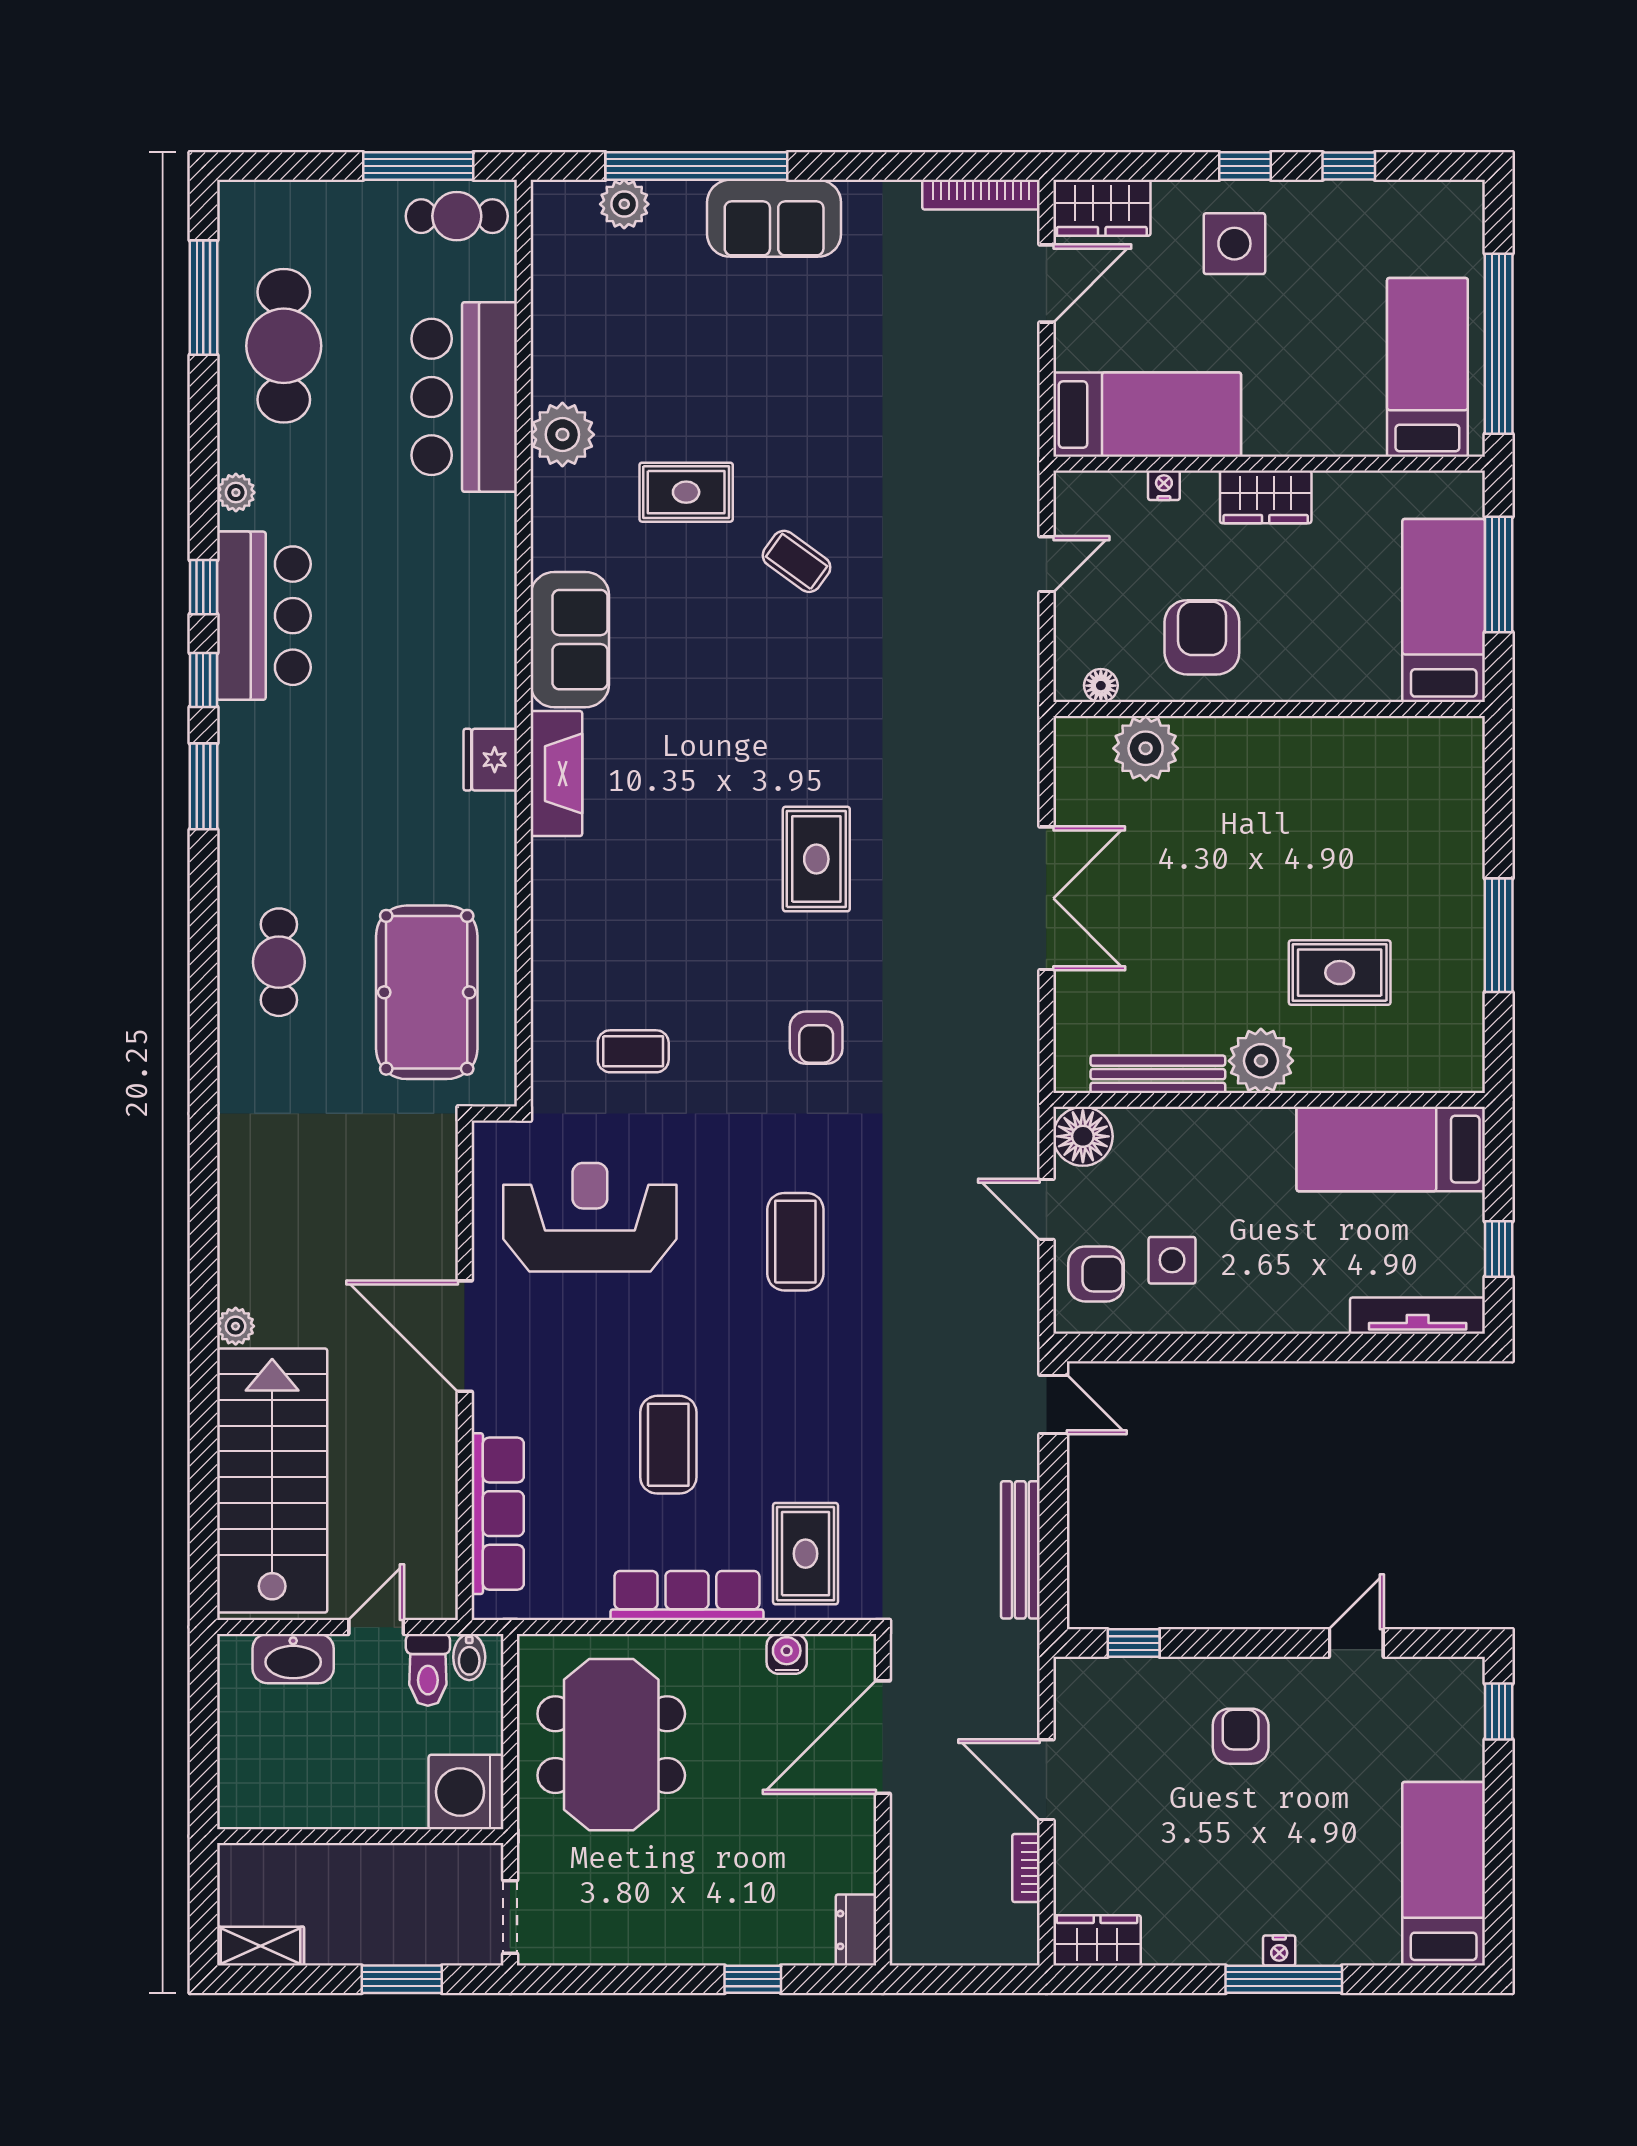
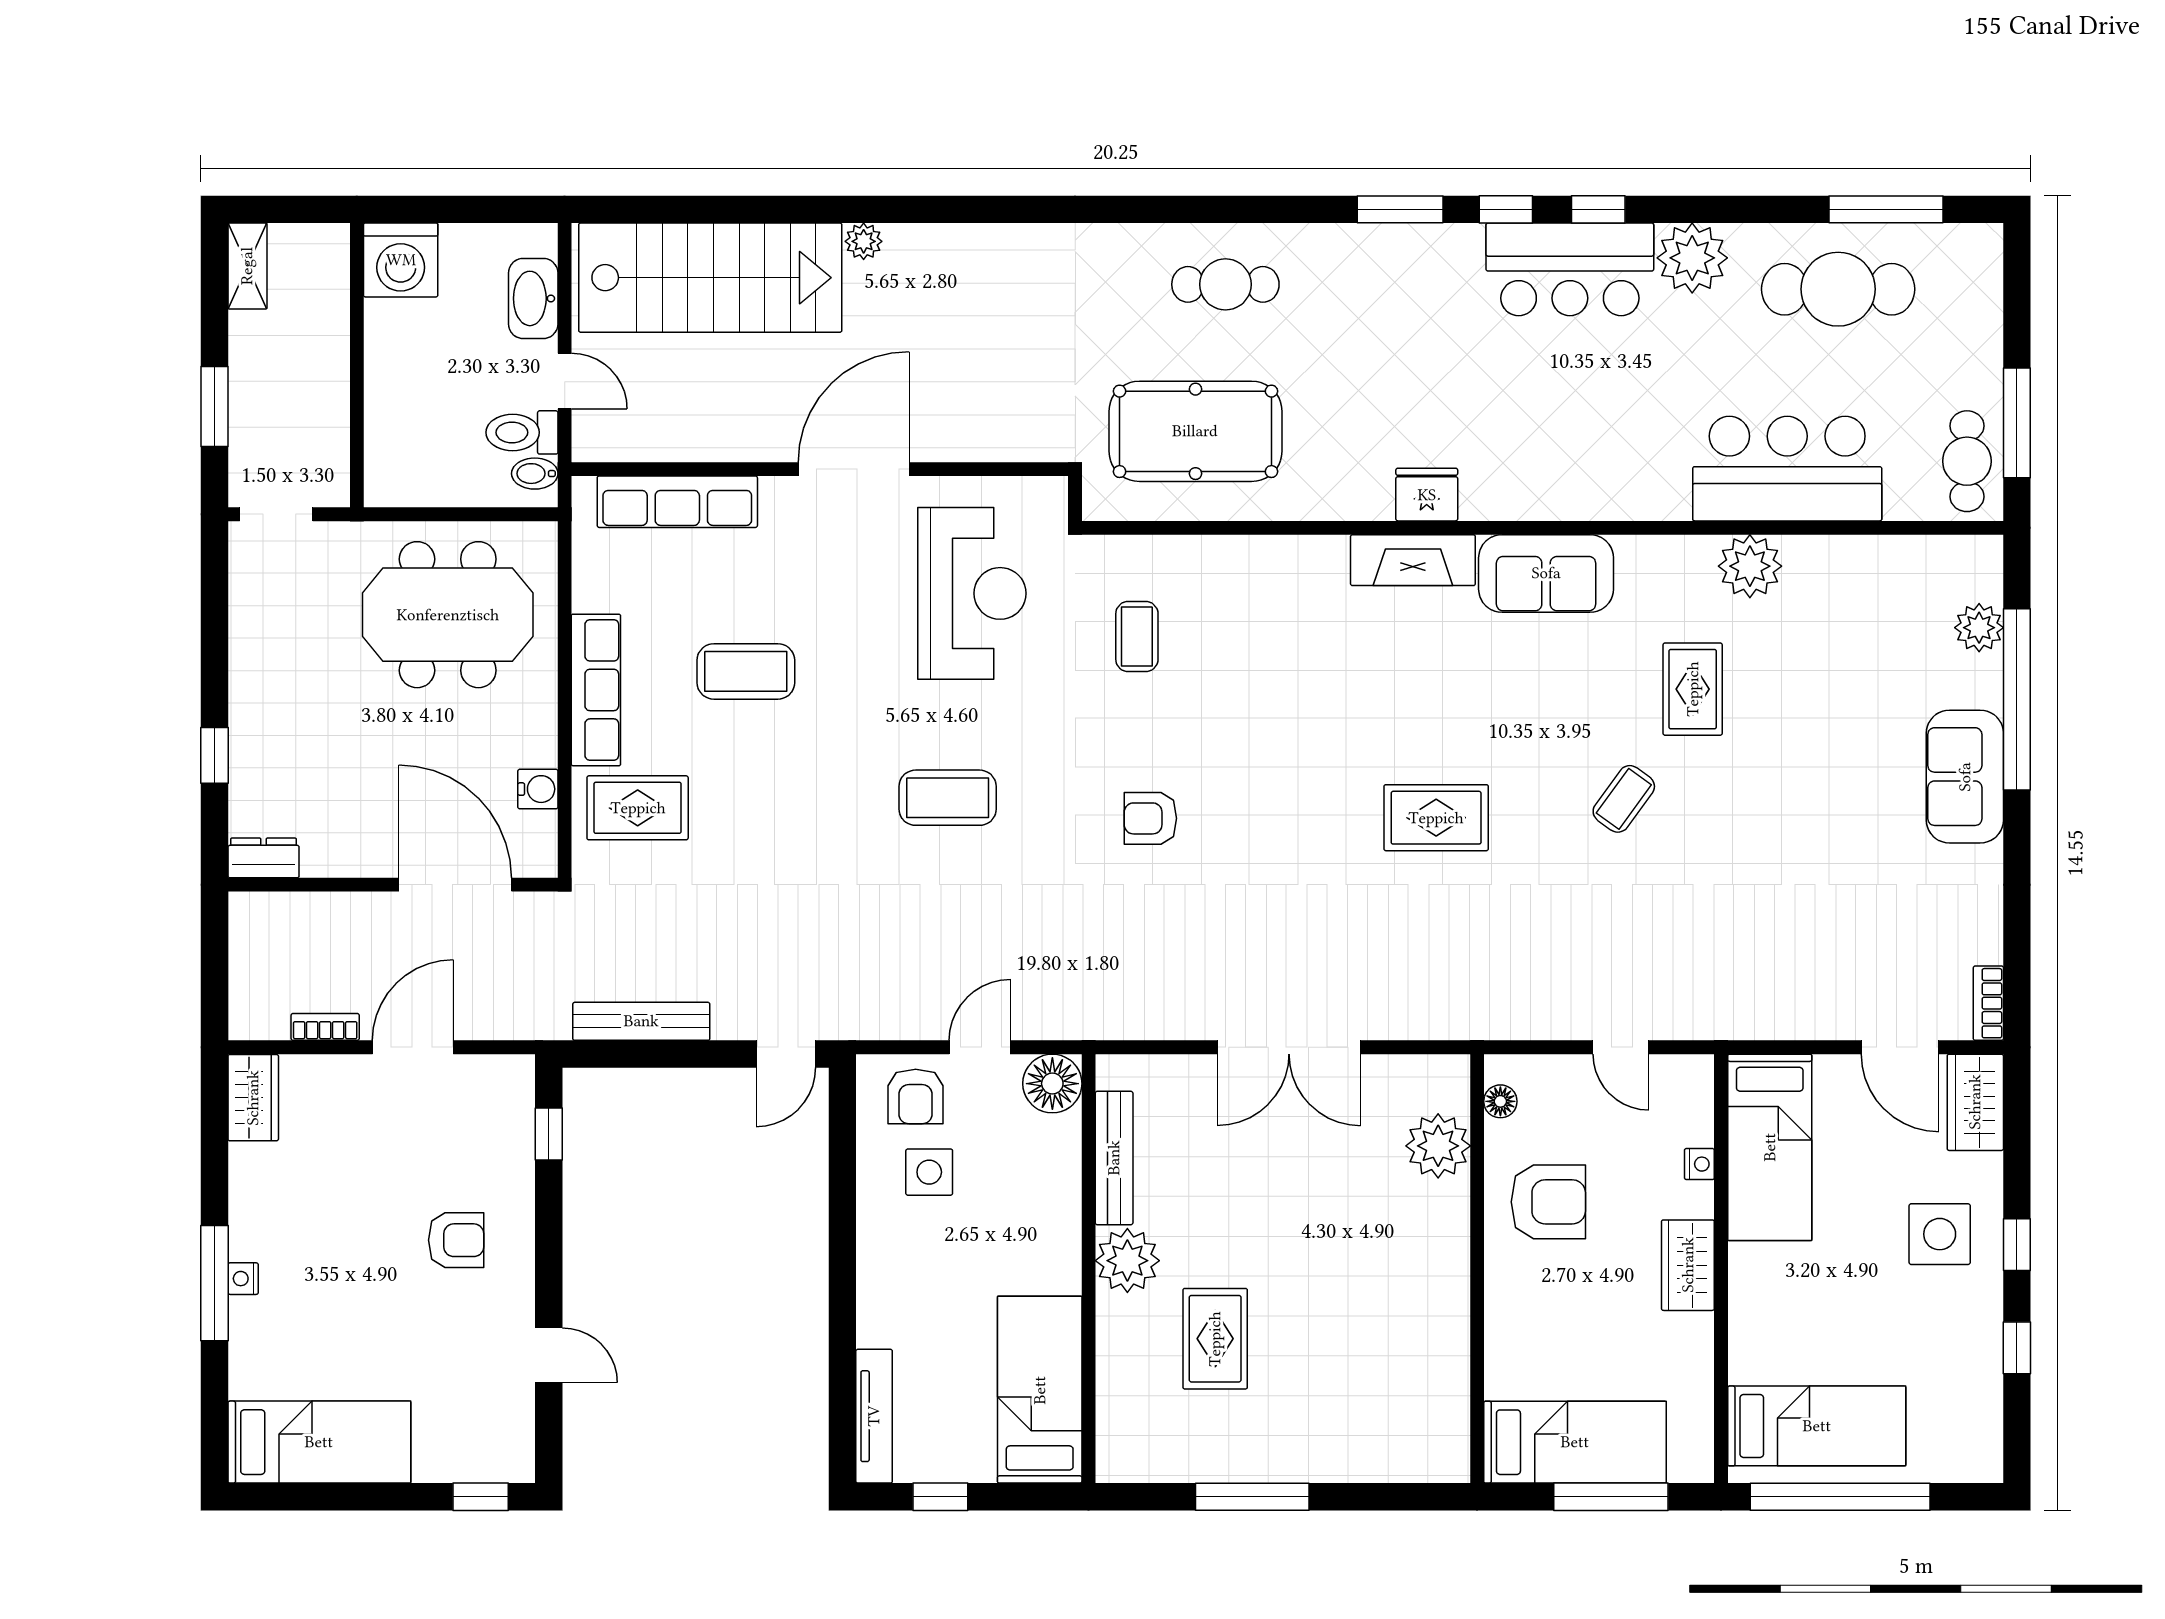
bookcase: (981, 195) -> (1988, 1003), width x0.64
plant: (236, 493) -> (1692, 258), width x1.88, depth x1.88
rug: (816, 859) -> (1436, 818), moved
washing machine: (466, 1792) -> (401, 260), moved, turned 180

